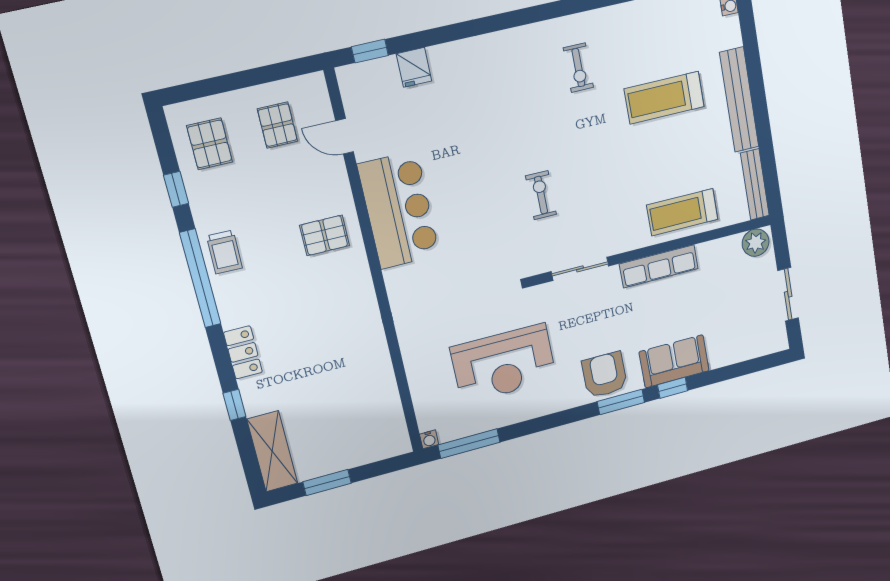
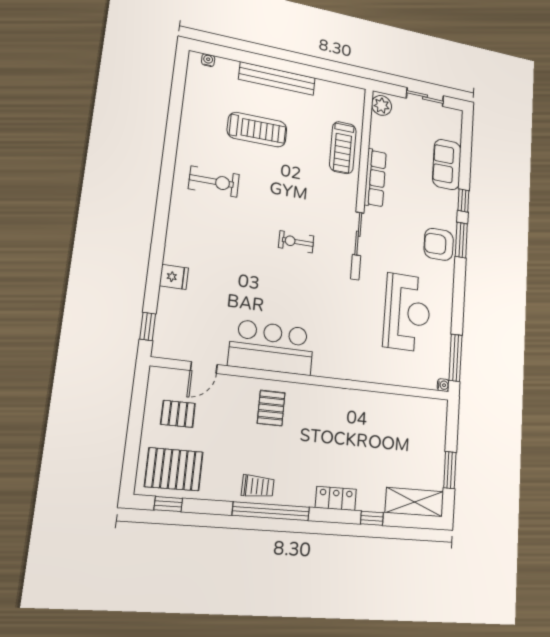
fridge: (414, 67) -> (174, 277), moved
exercise bike: (578, 68) -> (214, 182), width x1.38, depth x1.39
treadmill: (664, 98) -> (257, 130), turned -90
pallet: (210, 144) -> (174, 469), width x1.50, depth x1.42
bench: (755, 184) -> (341, 90), removed
window: (176, 189) -> (168, 504), moved
sofa: (674, 361) -> (447, 164), moved

